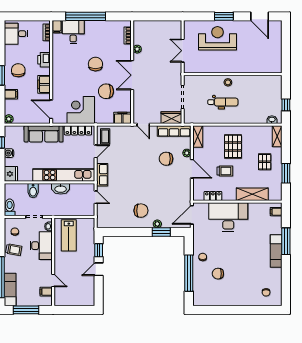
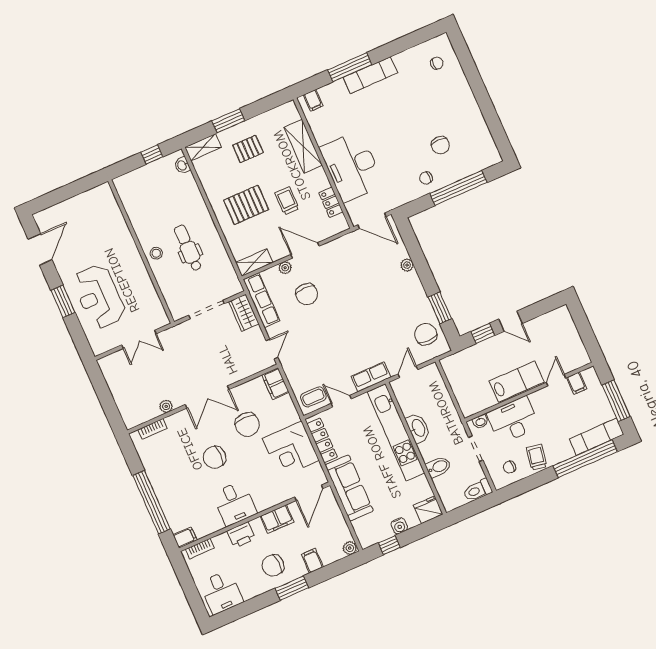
desk: (73, 32) -> (235, 503), moved, turned -90
door: (192, 169) -> (305, 250), hinge flipped
window: (286, 173) -> (228, 121), moved
chair: (141, 211) -> (426, 334), moved
window: (161, 232) -> (440, 308), moved
lab bench: (69, 235) -> (517, 382), moved

